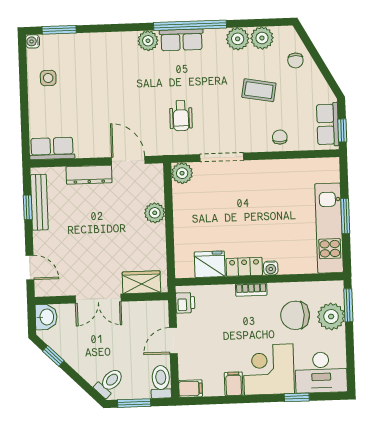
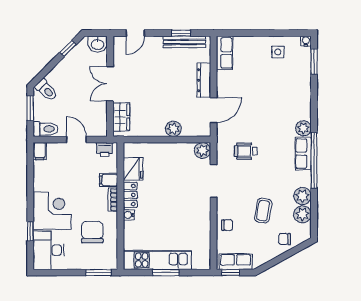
plant: (331, 317) -> (90, 259), removed
filing cabinet: (234, 384) -> (109, 180), moved, turned 180

